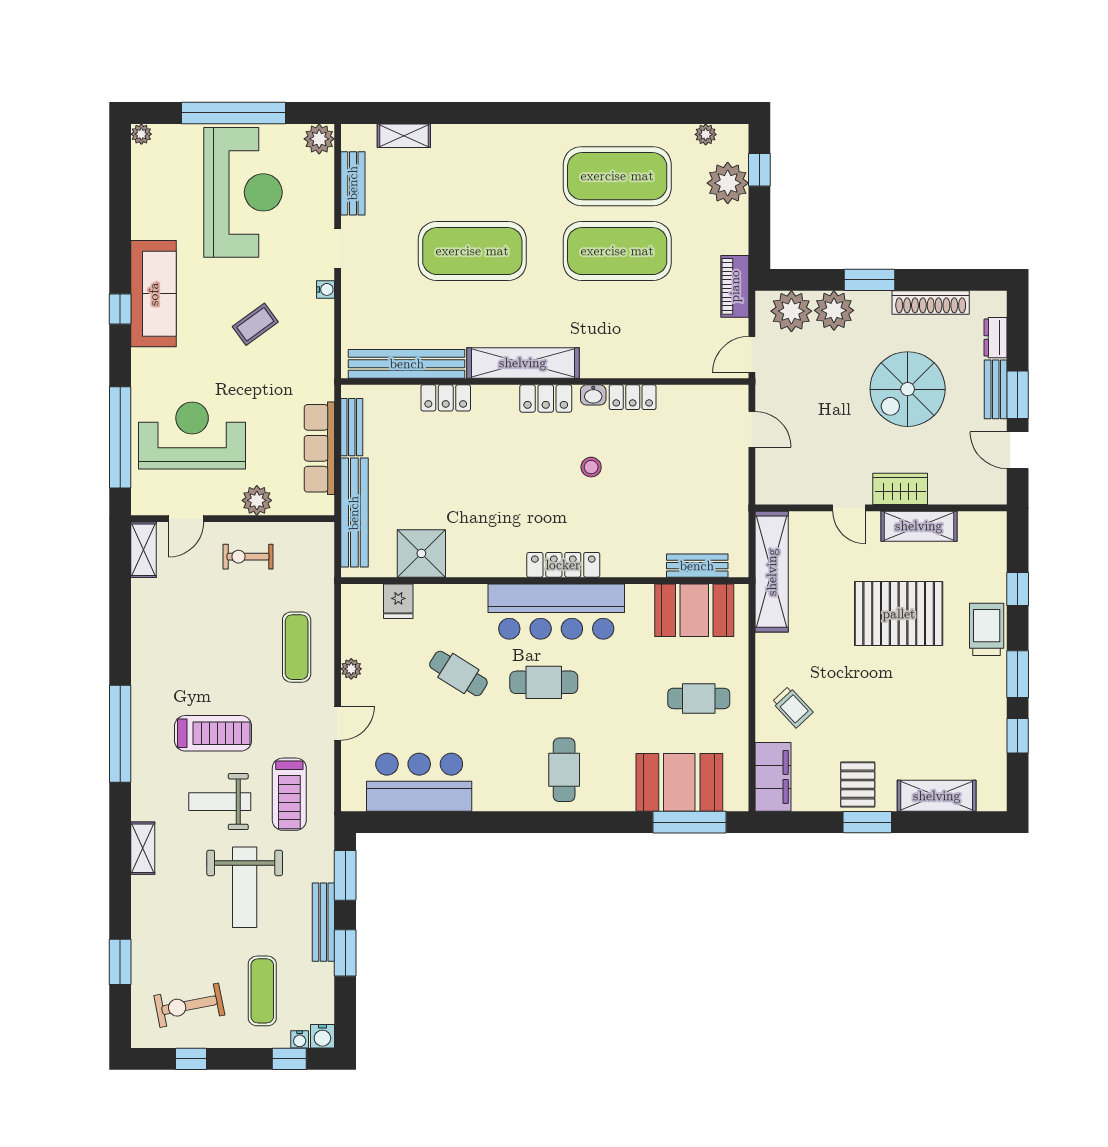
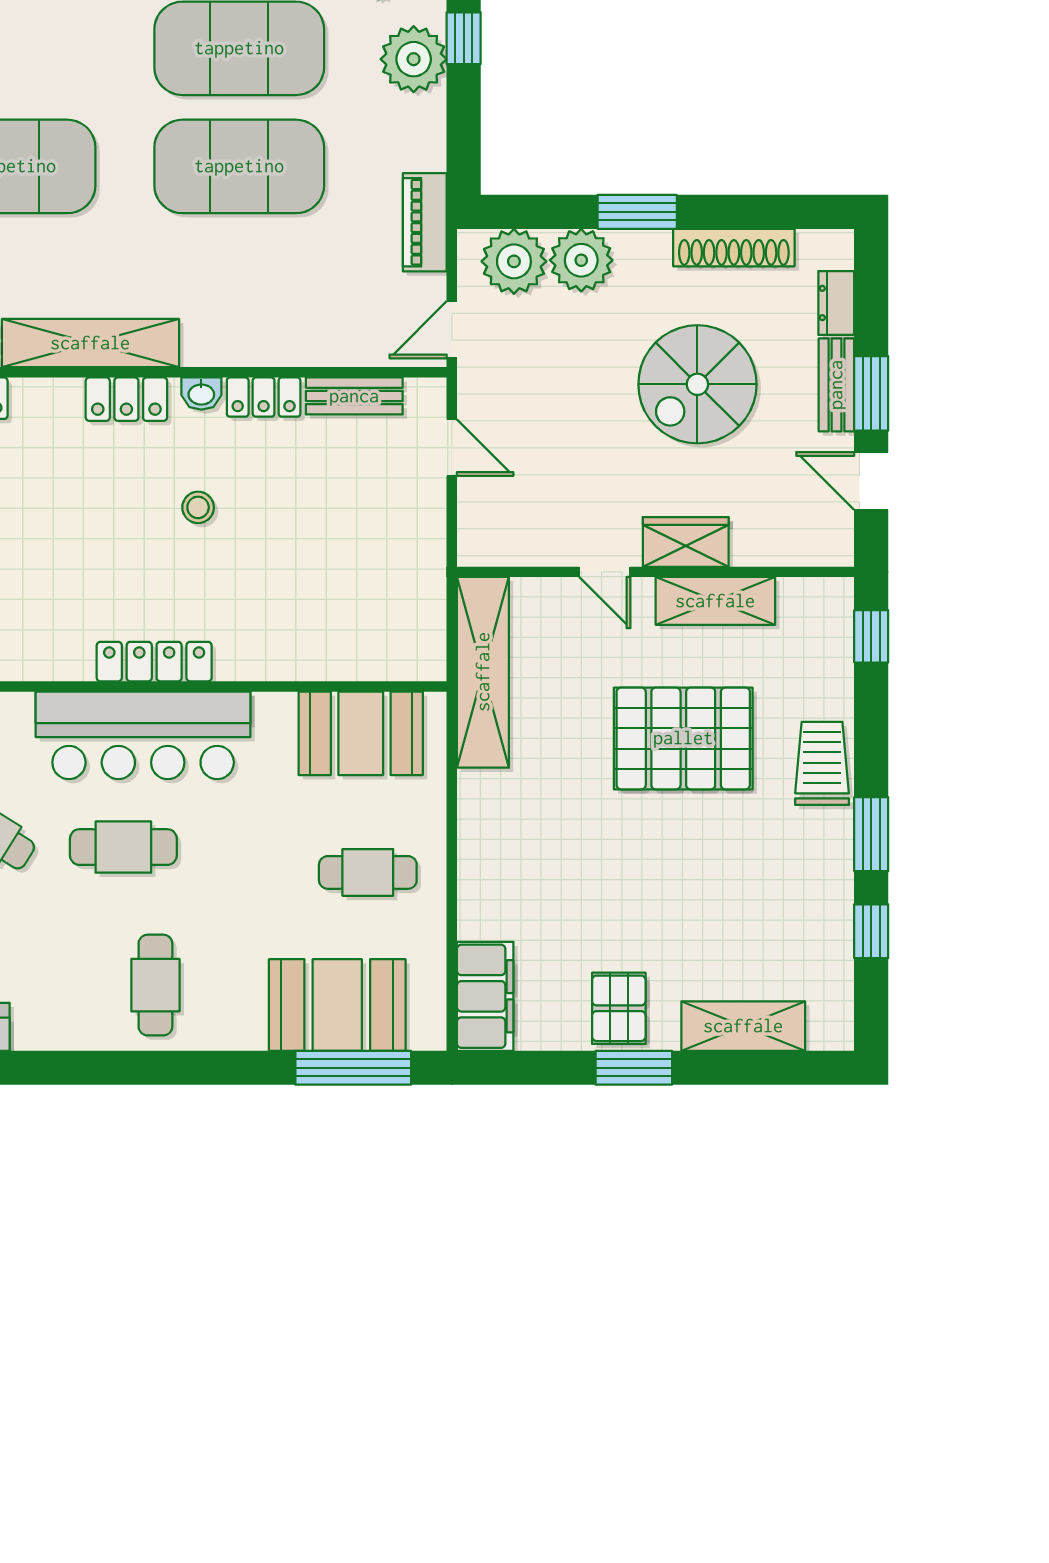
bench: (697, 566) -> (354, 396), moved
window: (1018, 589) -> (871, 636), moved
trolley: (793, 707) -> (516, 886), removed

